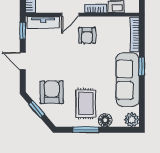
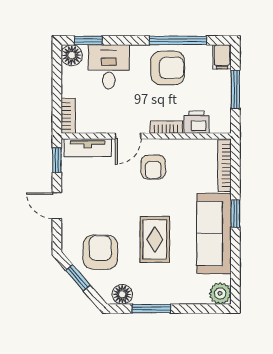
rug: (86, 104) -> (155, 239), moved
floor lamp: (105, 120) -> (122, 294), moved

